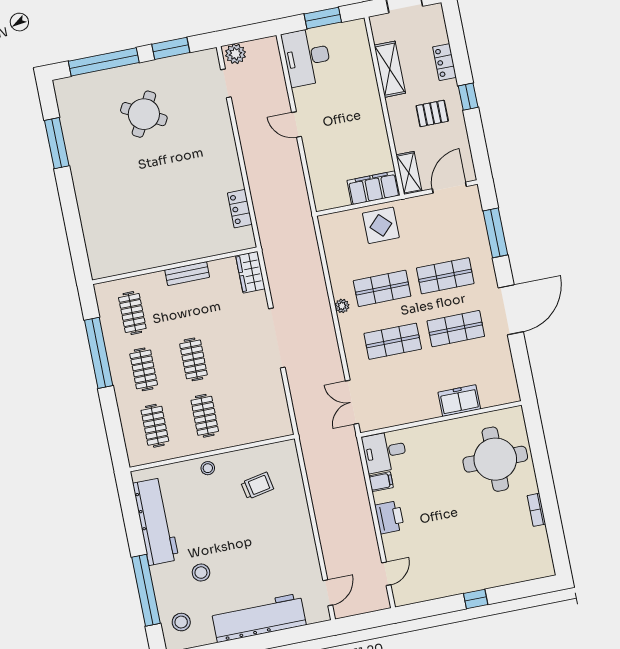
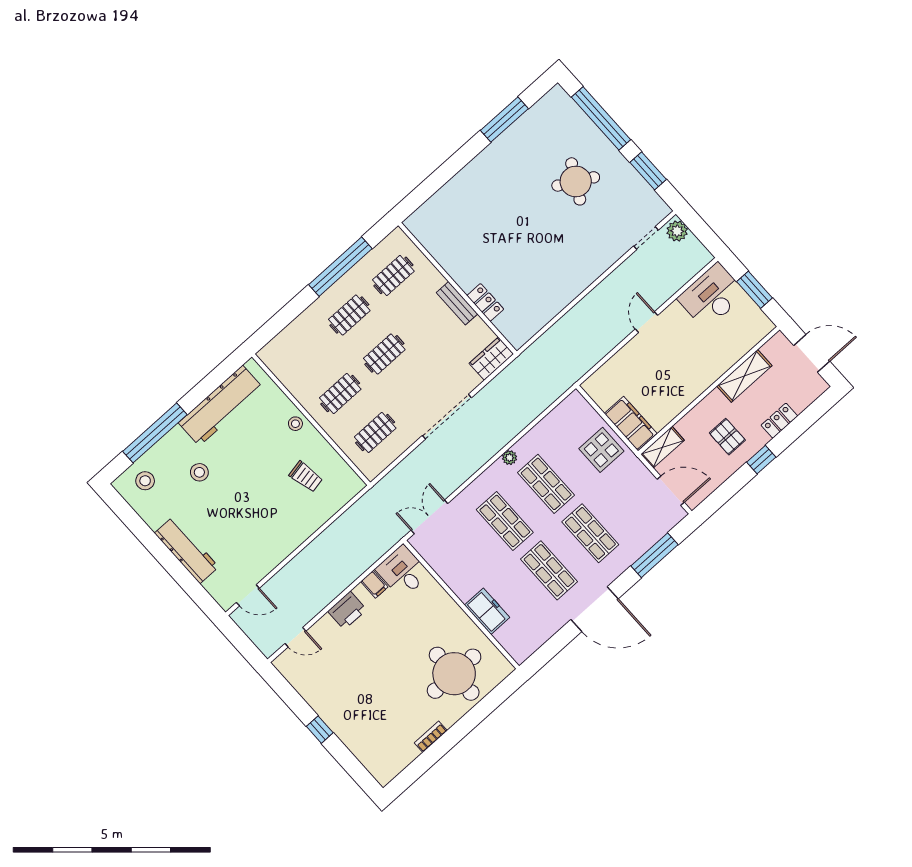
locker: (240, 209) -> (485, 302), moved, turned 90
clothes rail: (155, 426) -> (375, 432), moved
workbench: (259, 618) -> (186, 550), width x0.73, depth x0.76

